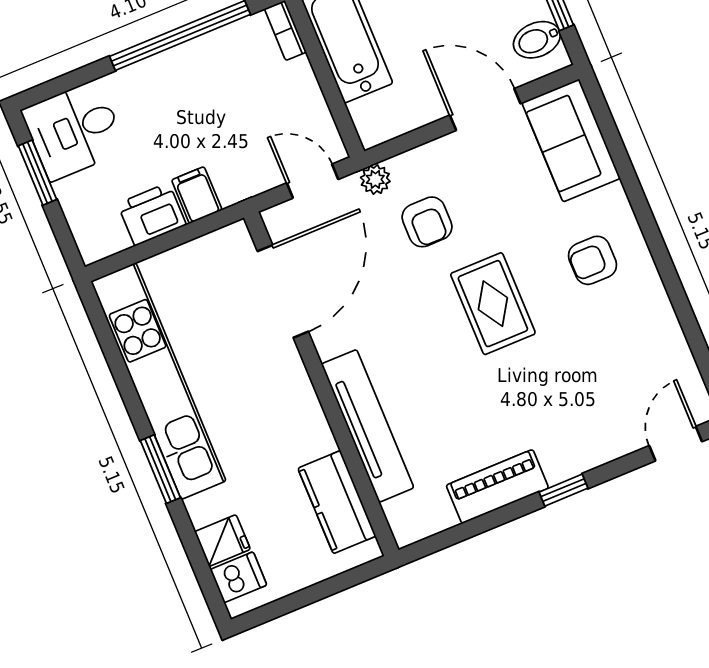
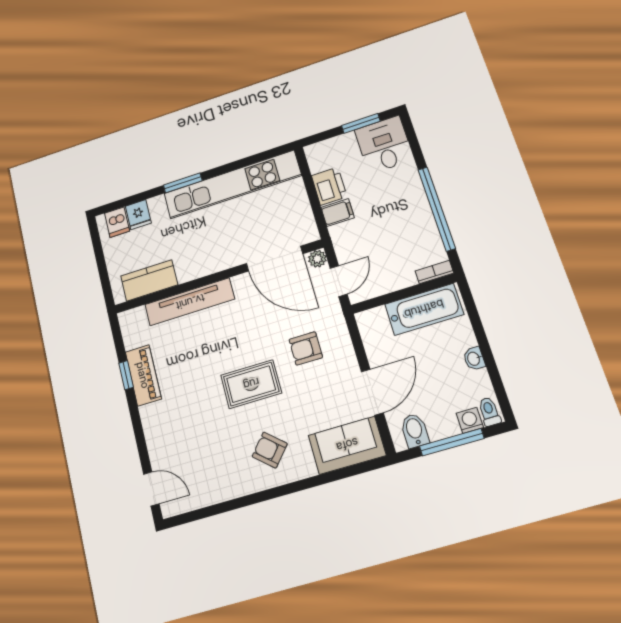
plant: (375, 179) -> (317, 259), moved
armchair: (593, 260) -> (270, 450), turned -49
window: (564, 490) -> (126, 375), moved

